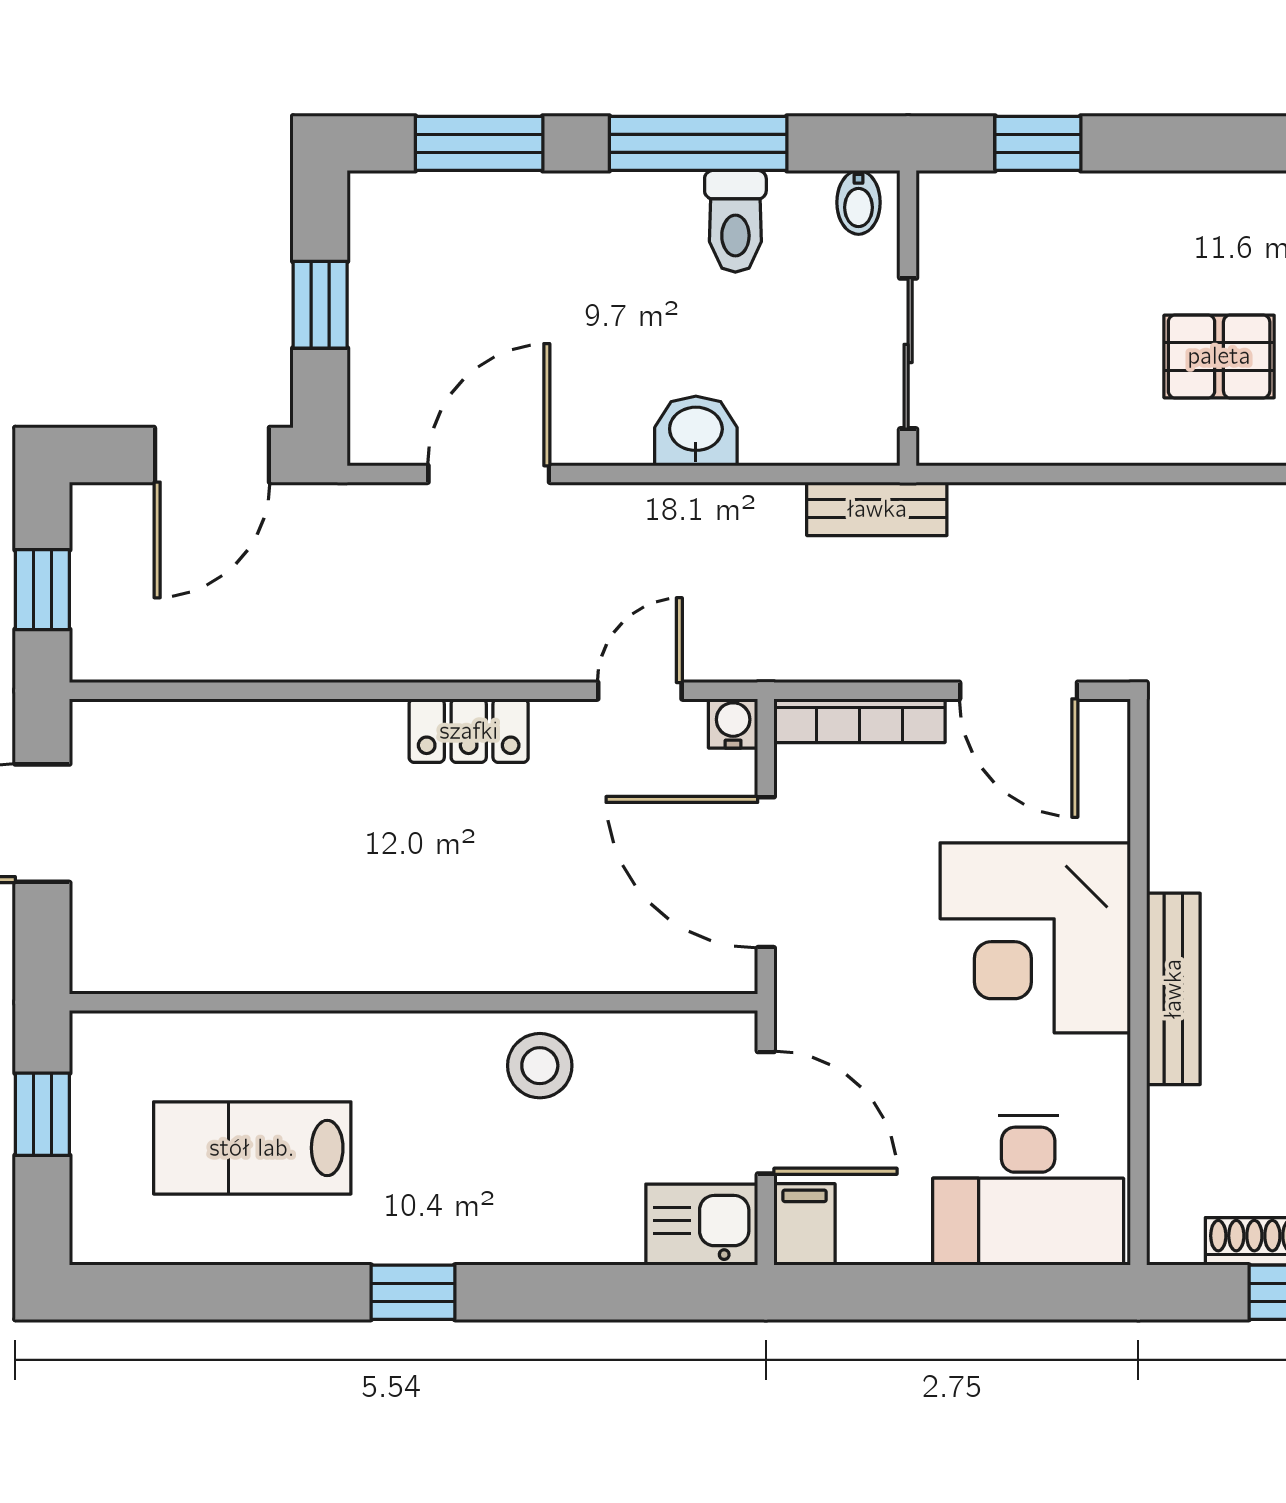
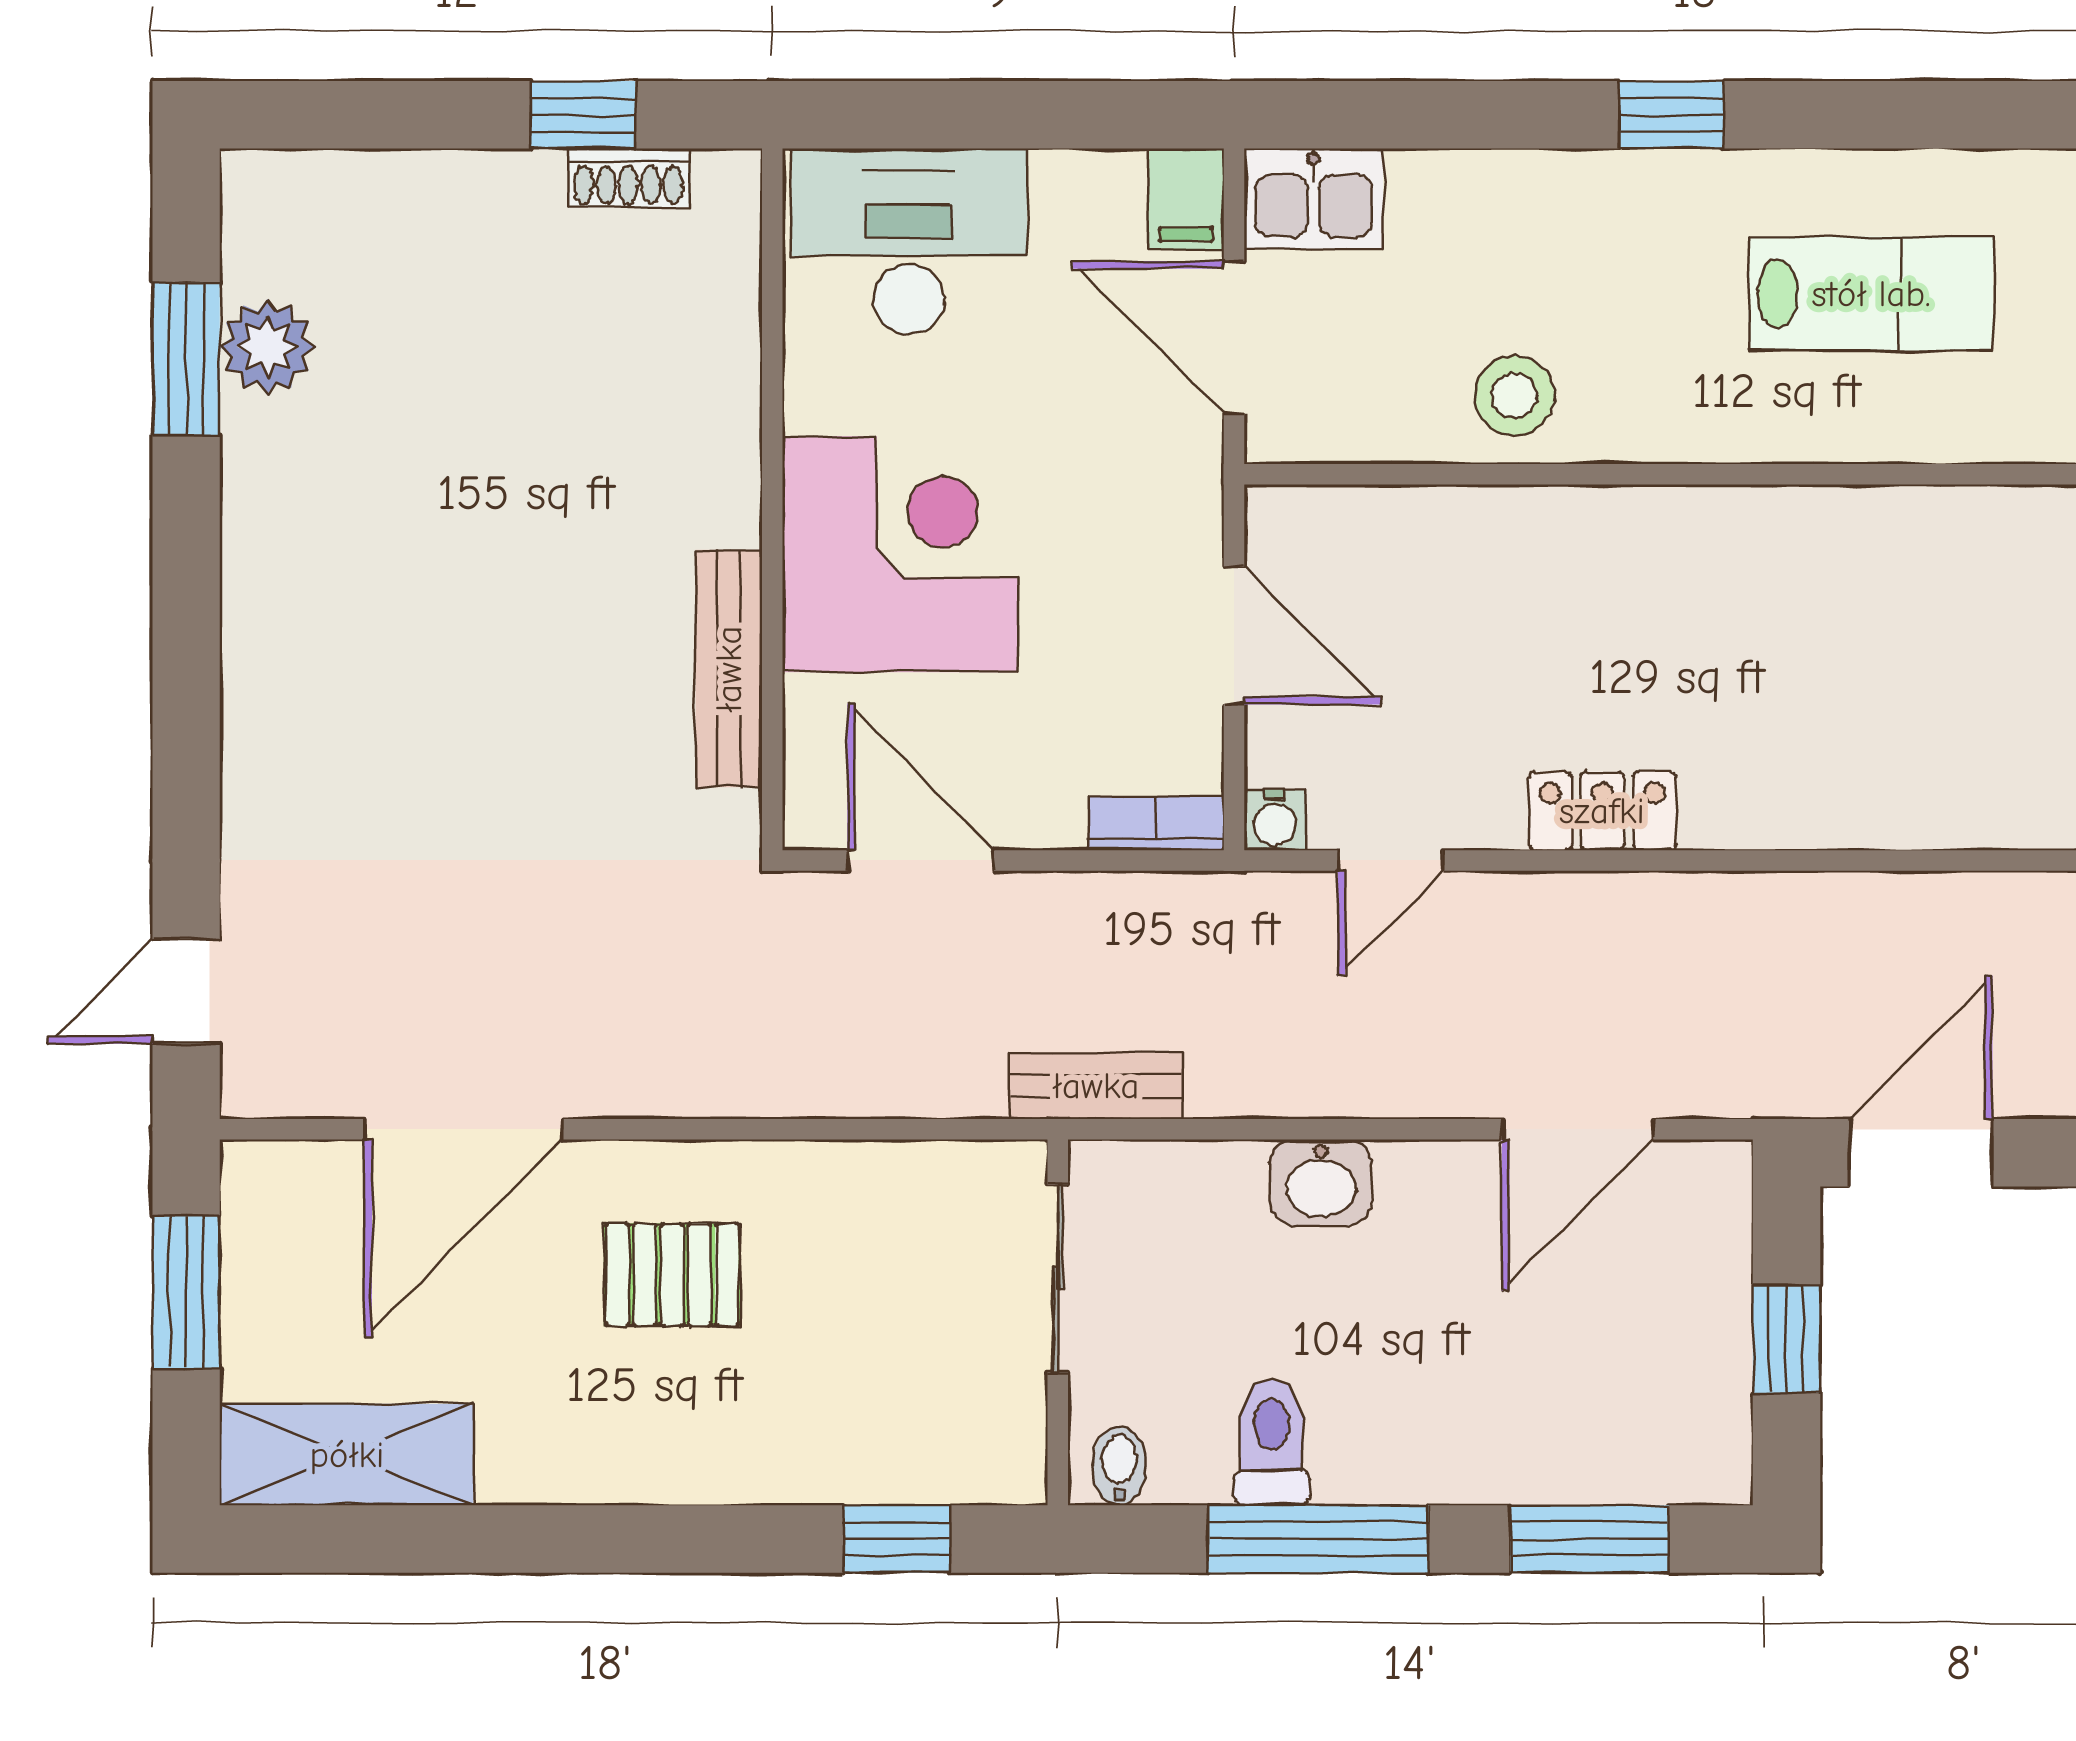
bookcase: (859, 721) -> (1156, 823), width x0.64
door: (766, 872) -> (1234, 636), width x0.73
bench: (1173, 989) -> (729, 669), moved

